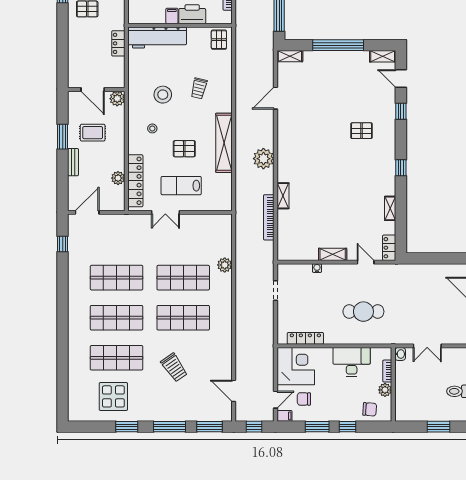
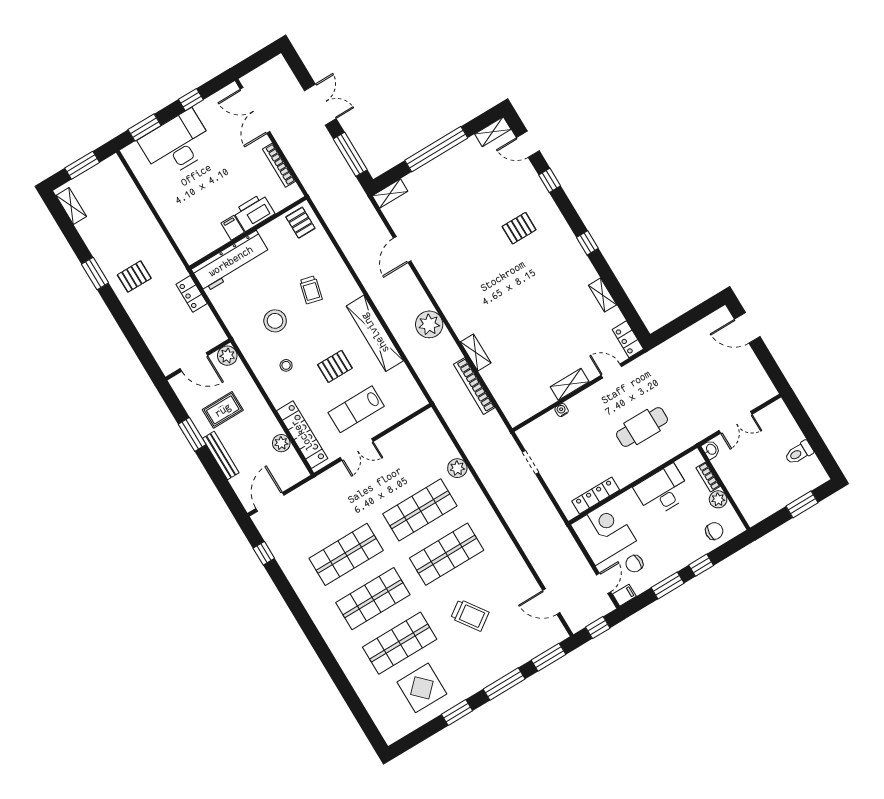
bench: (73, 162) -> (221, 456), width x1.36

